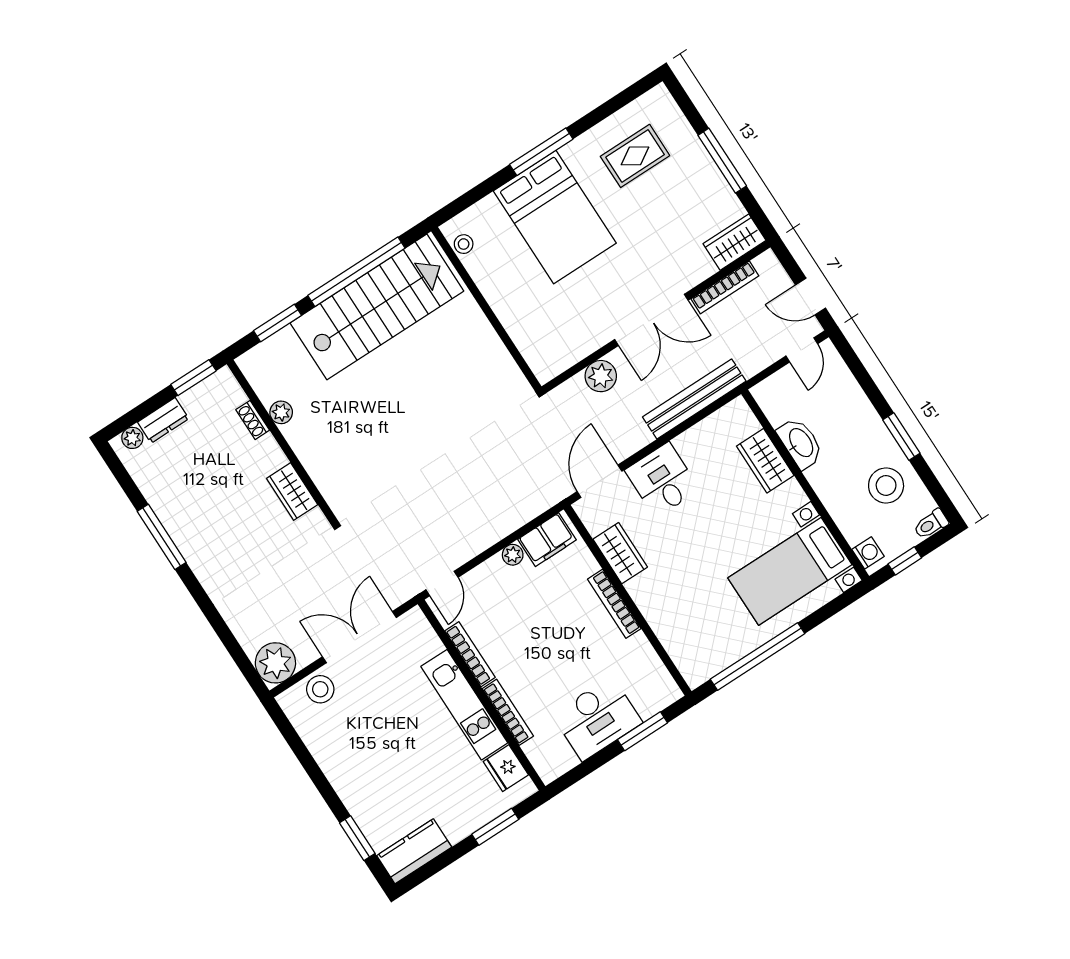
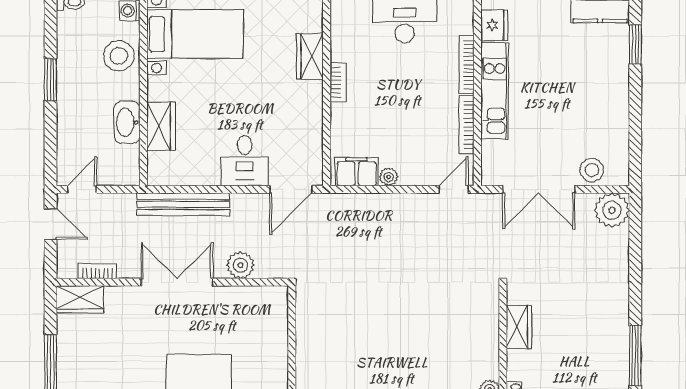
bookcase: (725, 287) -> (98, 271), width x0.64
stool: (886, 485) -> (119, 56), moved
wardrobe: (620, 553) -> (310, 56), moved
bookcase: (614, 604) -> (338, 82), width x0.64

